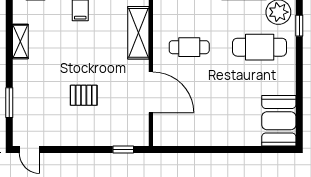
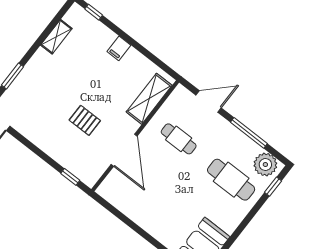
pallet: (84, 95) -> (85, 120), moved

